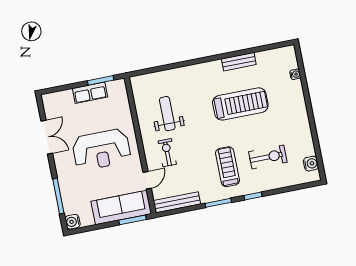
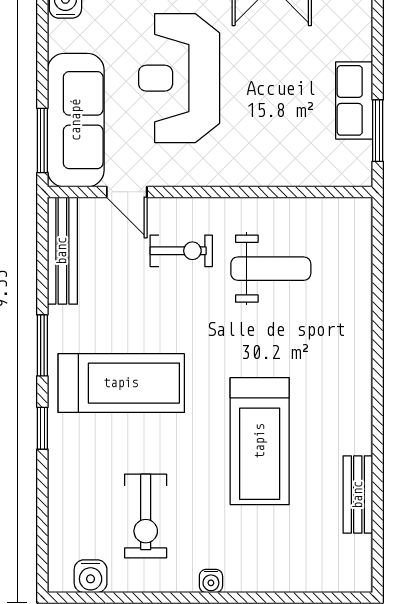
bench: (239, 62) -> (358, 495), moved
water cooler: (295, 74) -> (211, 581), moved
reception desk: (101, 150) -> (179, 78), moved
exercise bike: (268, 157) -> (146, 516), moved
treadmill: (228, 167) -> (121, 383), width x1.37, depth x1.38

